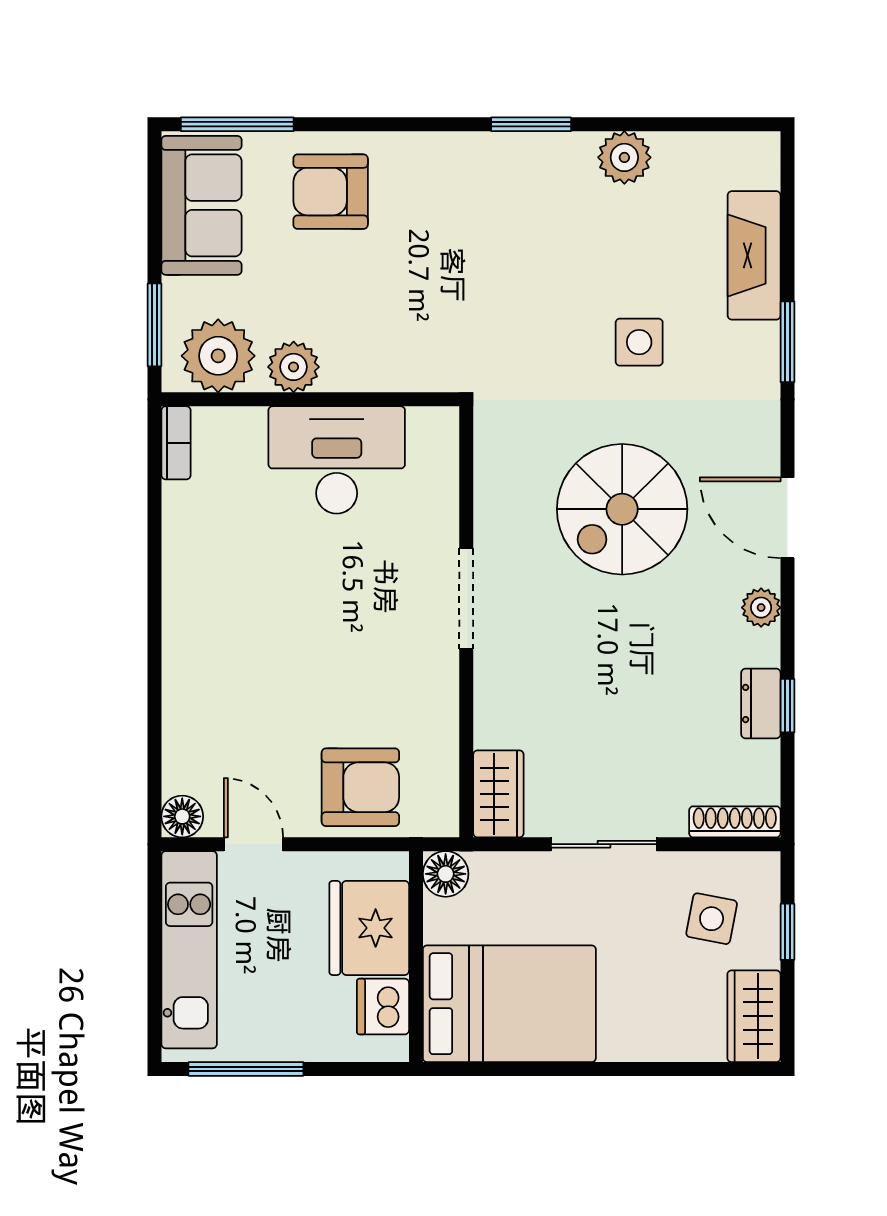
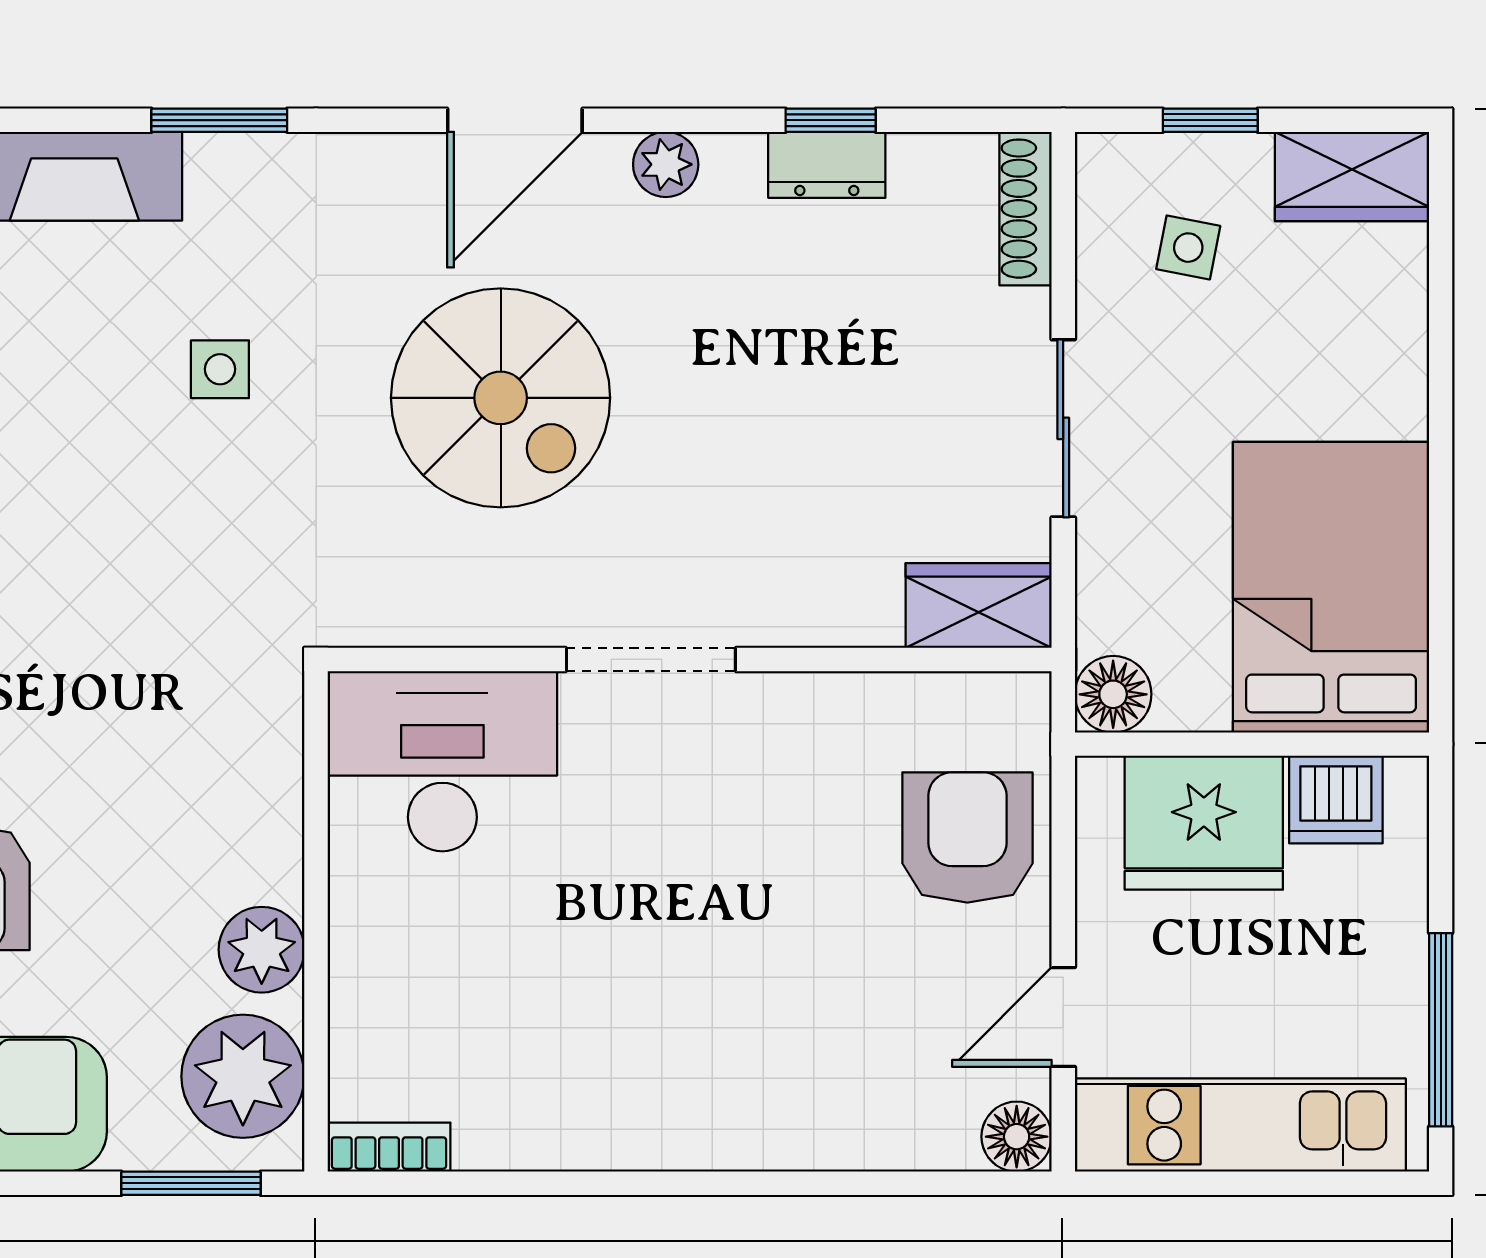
side table: (639, 342) -> (220, 369), width x0.73, depth x0.73
desk: (337, 460) -> (442, 761), moved, turned 90
side table: (712, 919) -> (1188, 248), width x0.73, depth x0.73

